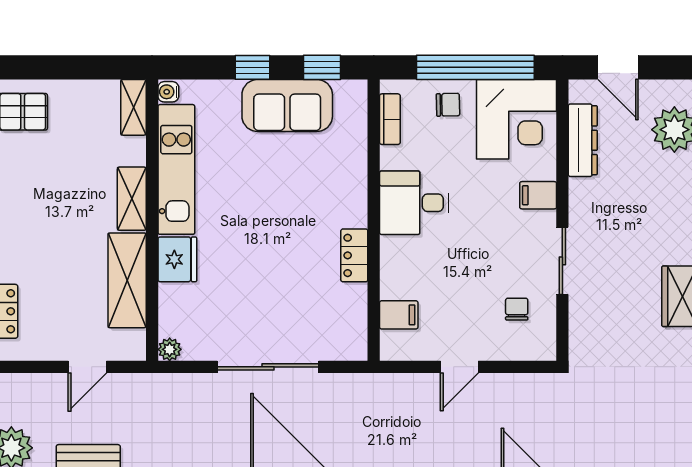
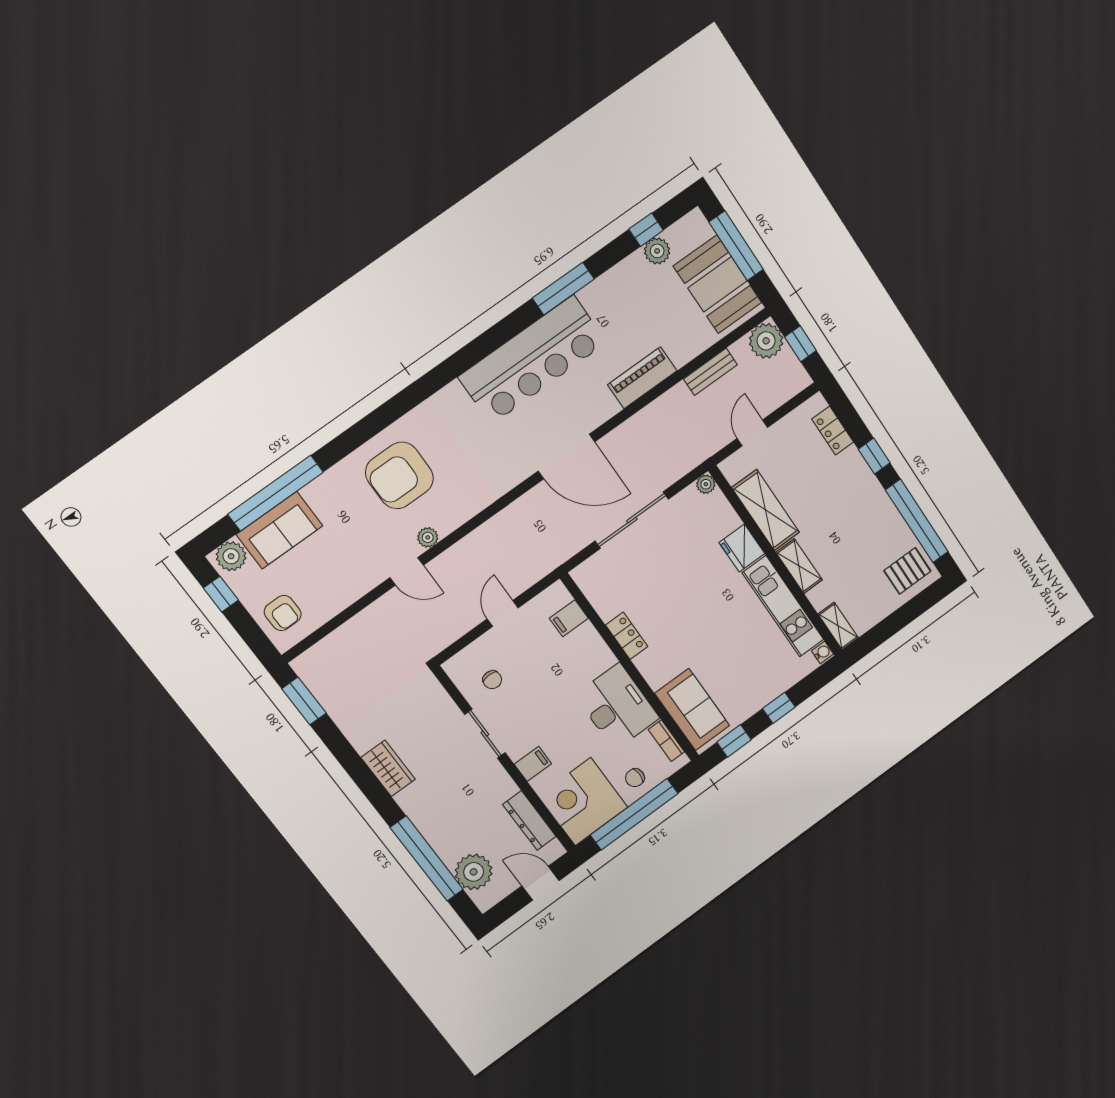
sofa: (287, 105) -> (692, 710), moved, turned 90
desk: (414, 203) -> (617, 707), width x1.37

